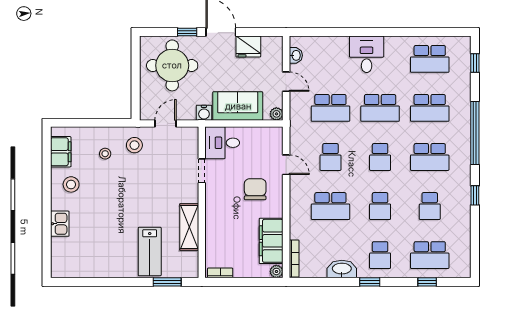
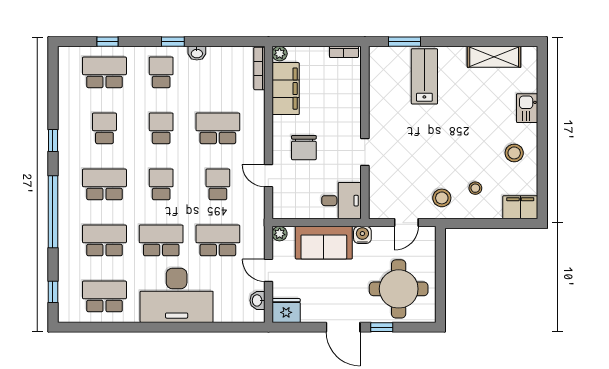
fridge: (248, 47) -> (286, 311), moved
desk: (367, 54) -> (177, 295), width x1.87, depth x1.30
filing cabinet: (61, 152) -> (520, 207), moved, turned 90
doorway: (202, 171) -> (365, 152), moved
shelving: (189, 227) -> (494, 57), moved, turned 90
washbasin: (342, 269) -> (197, 53), width x0.52, depth x0.69

